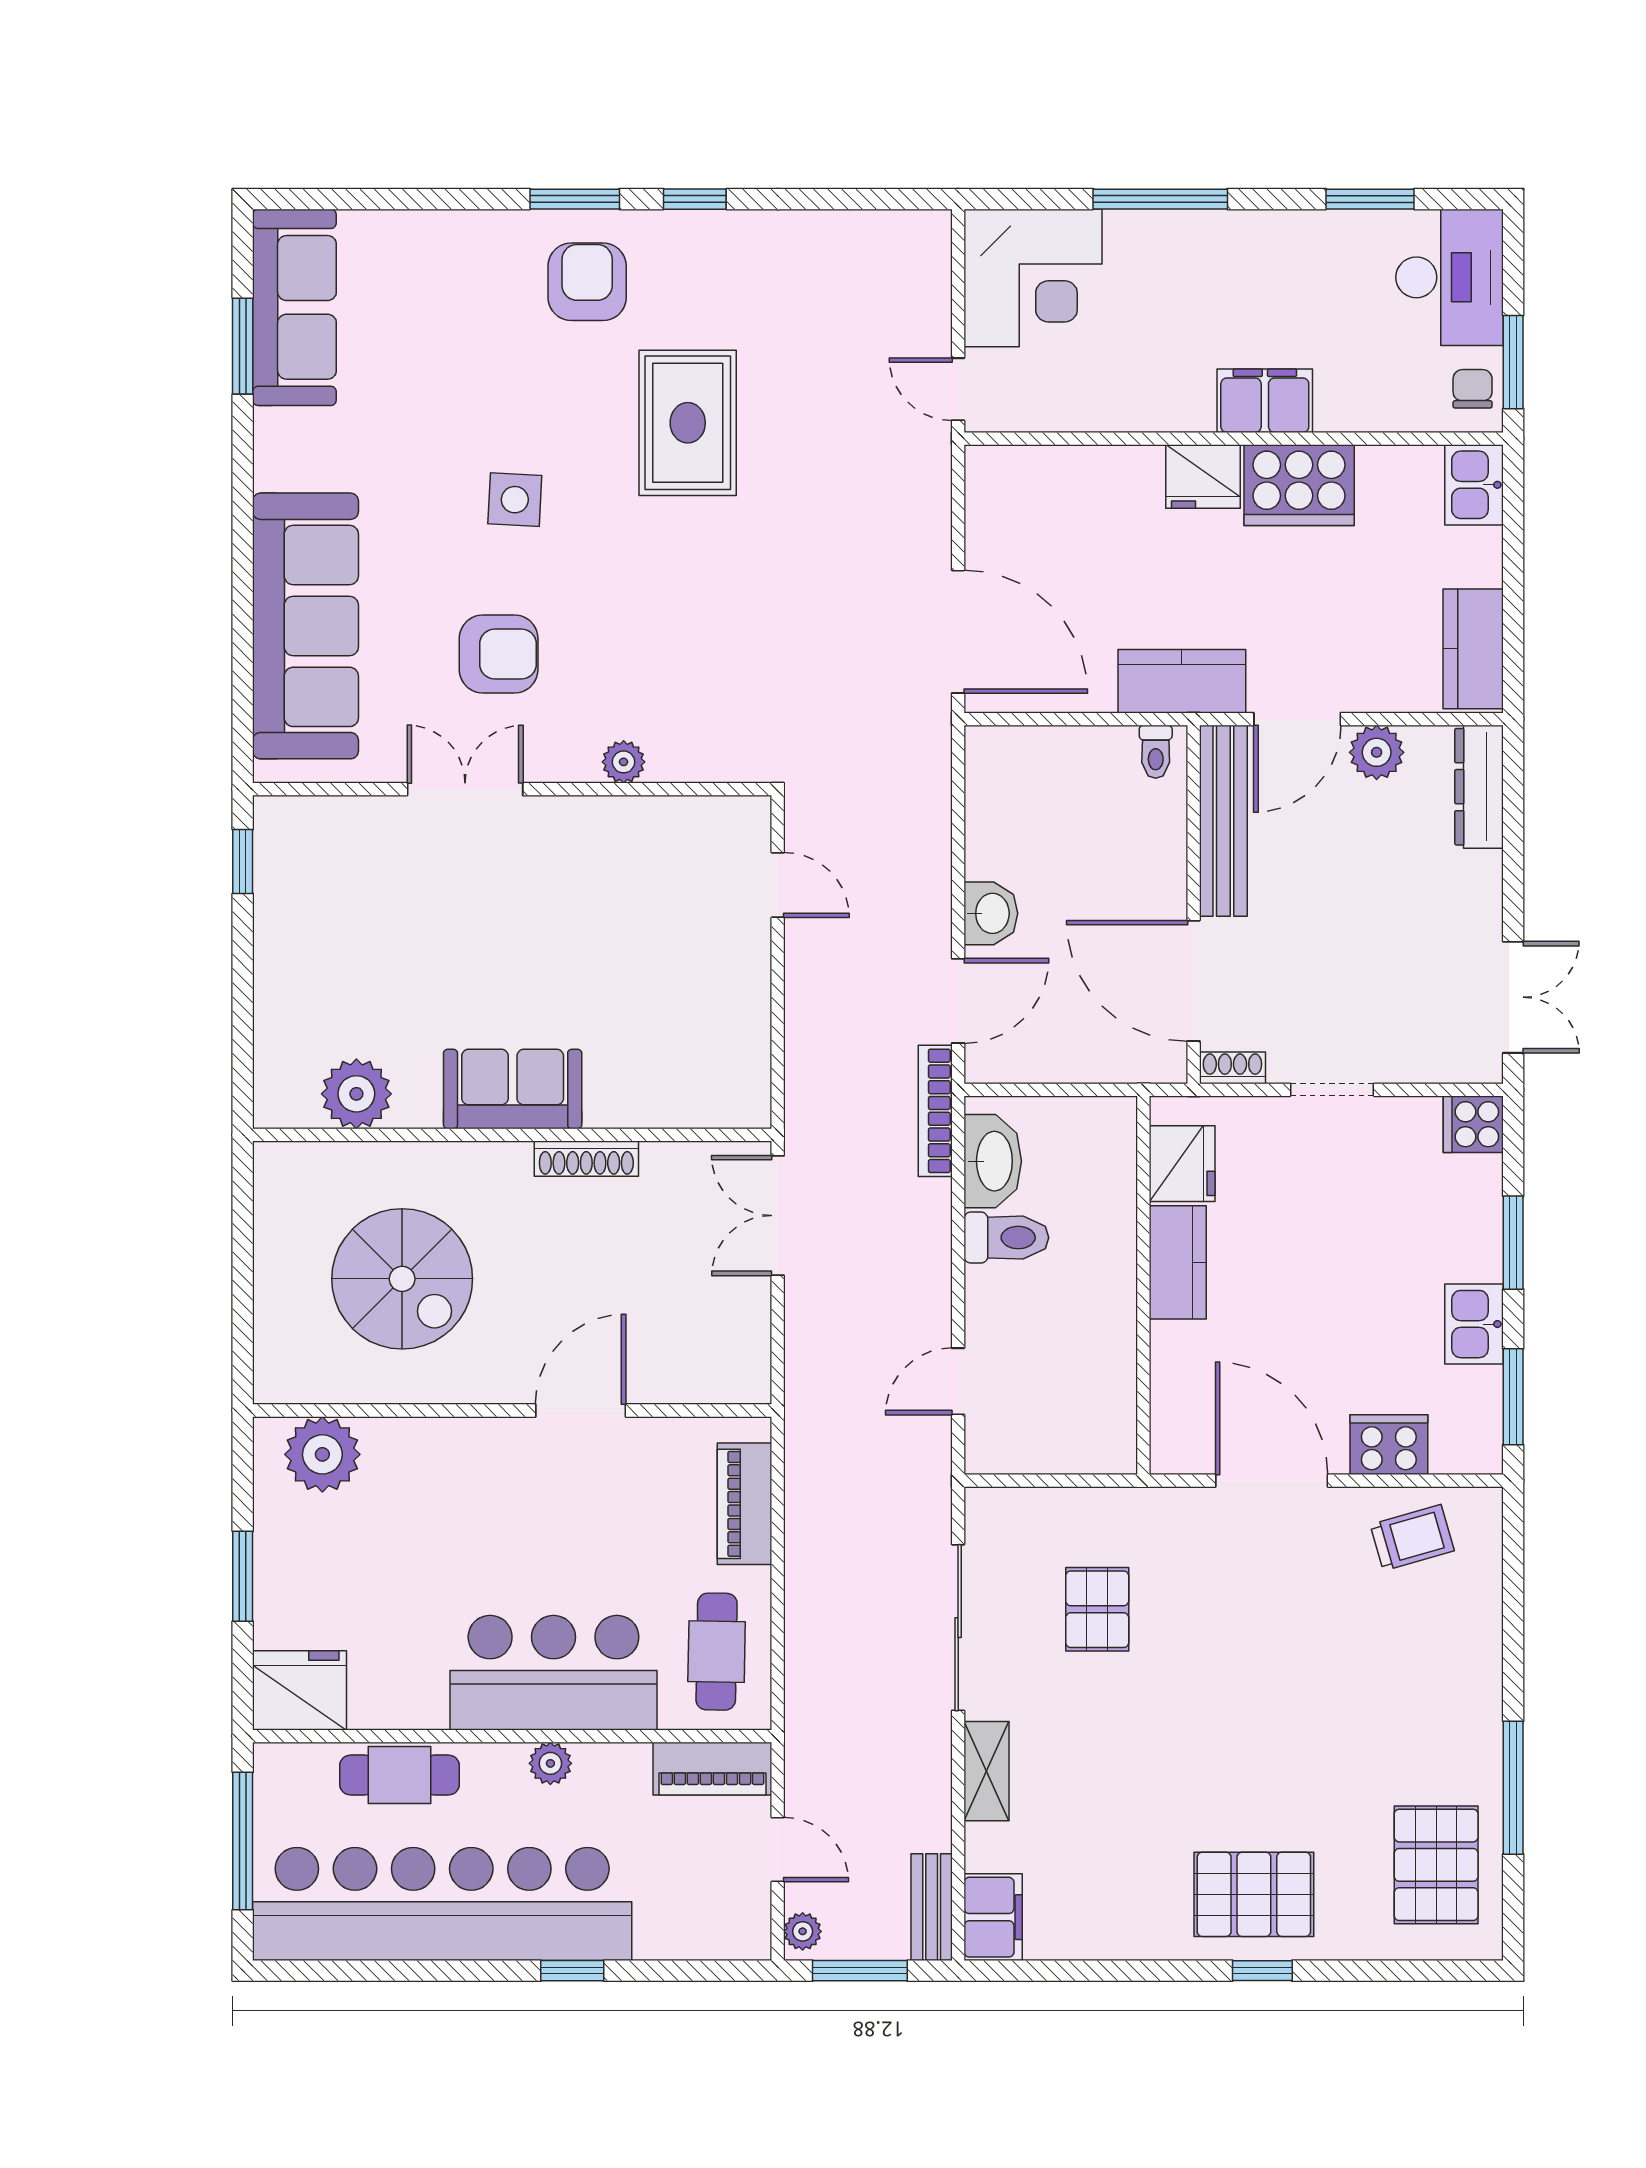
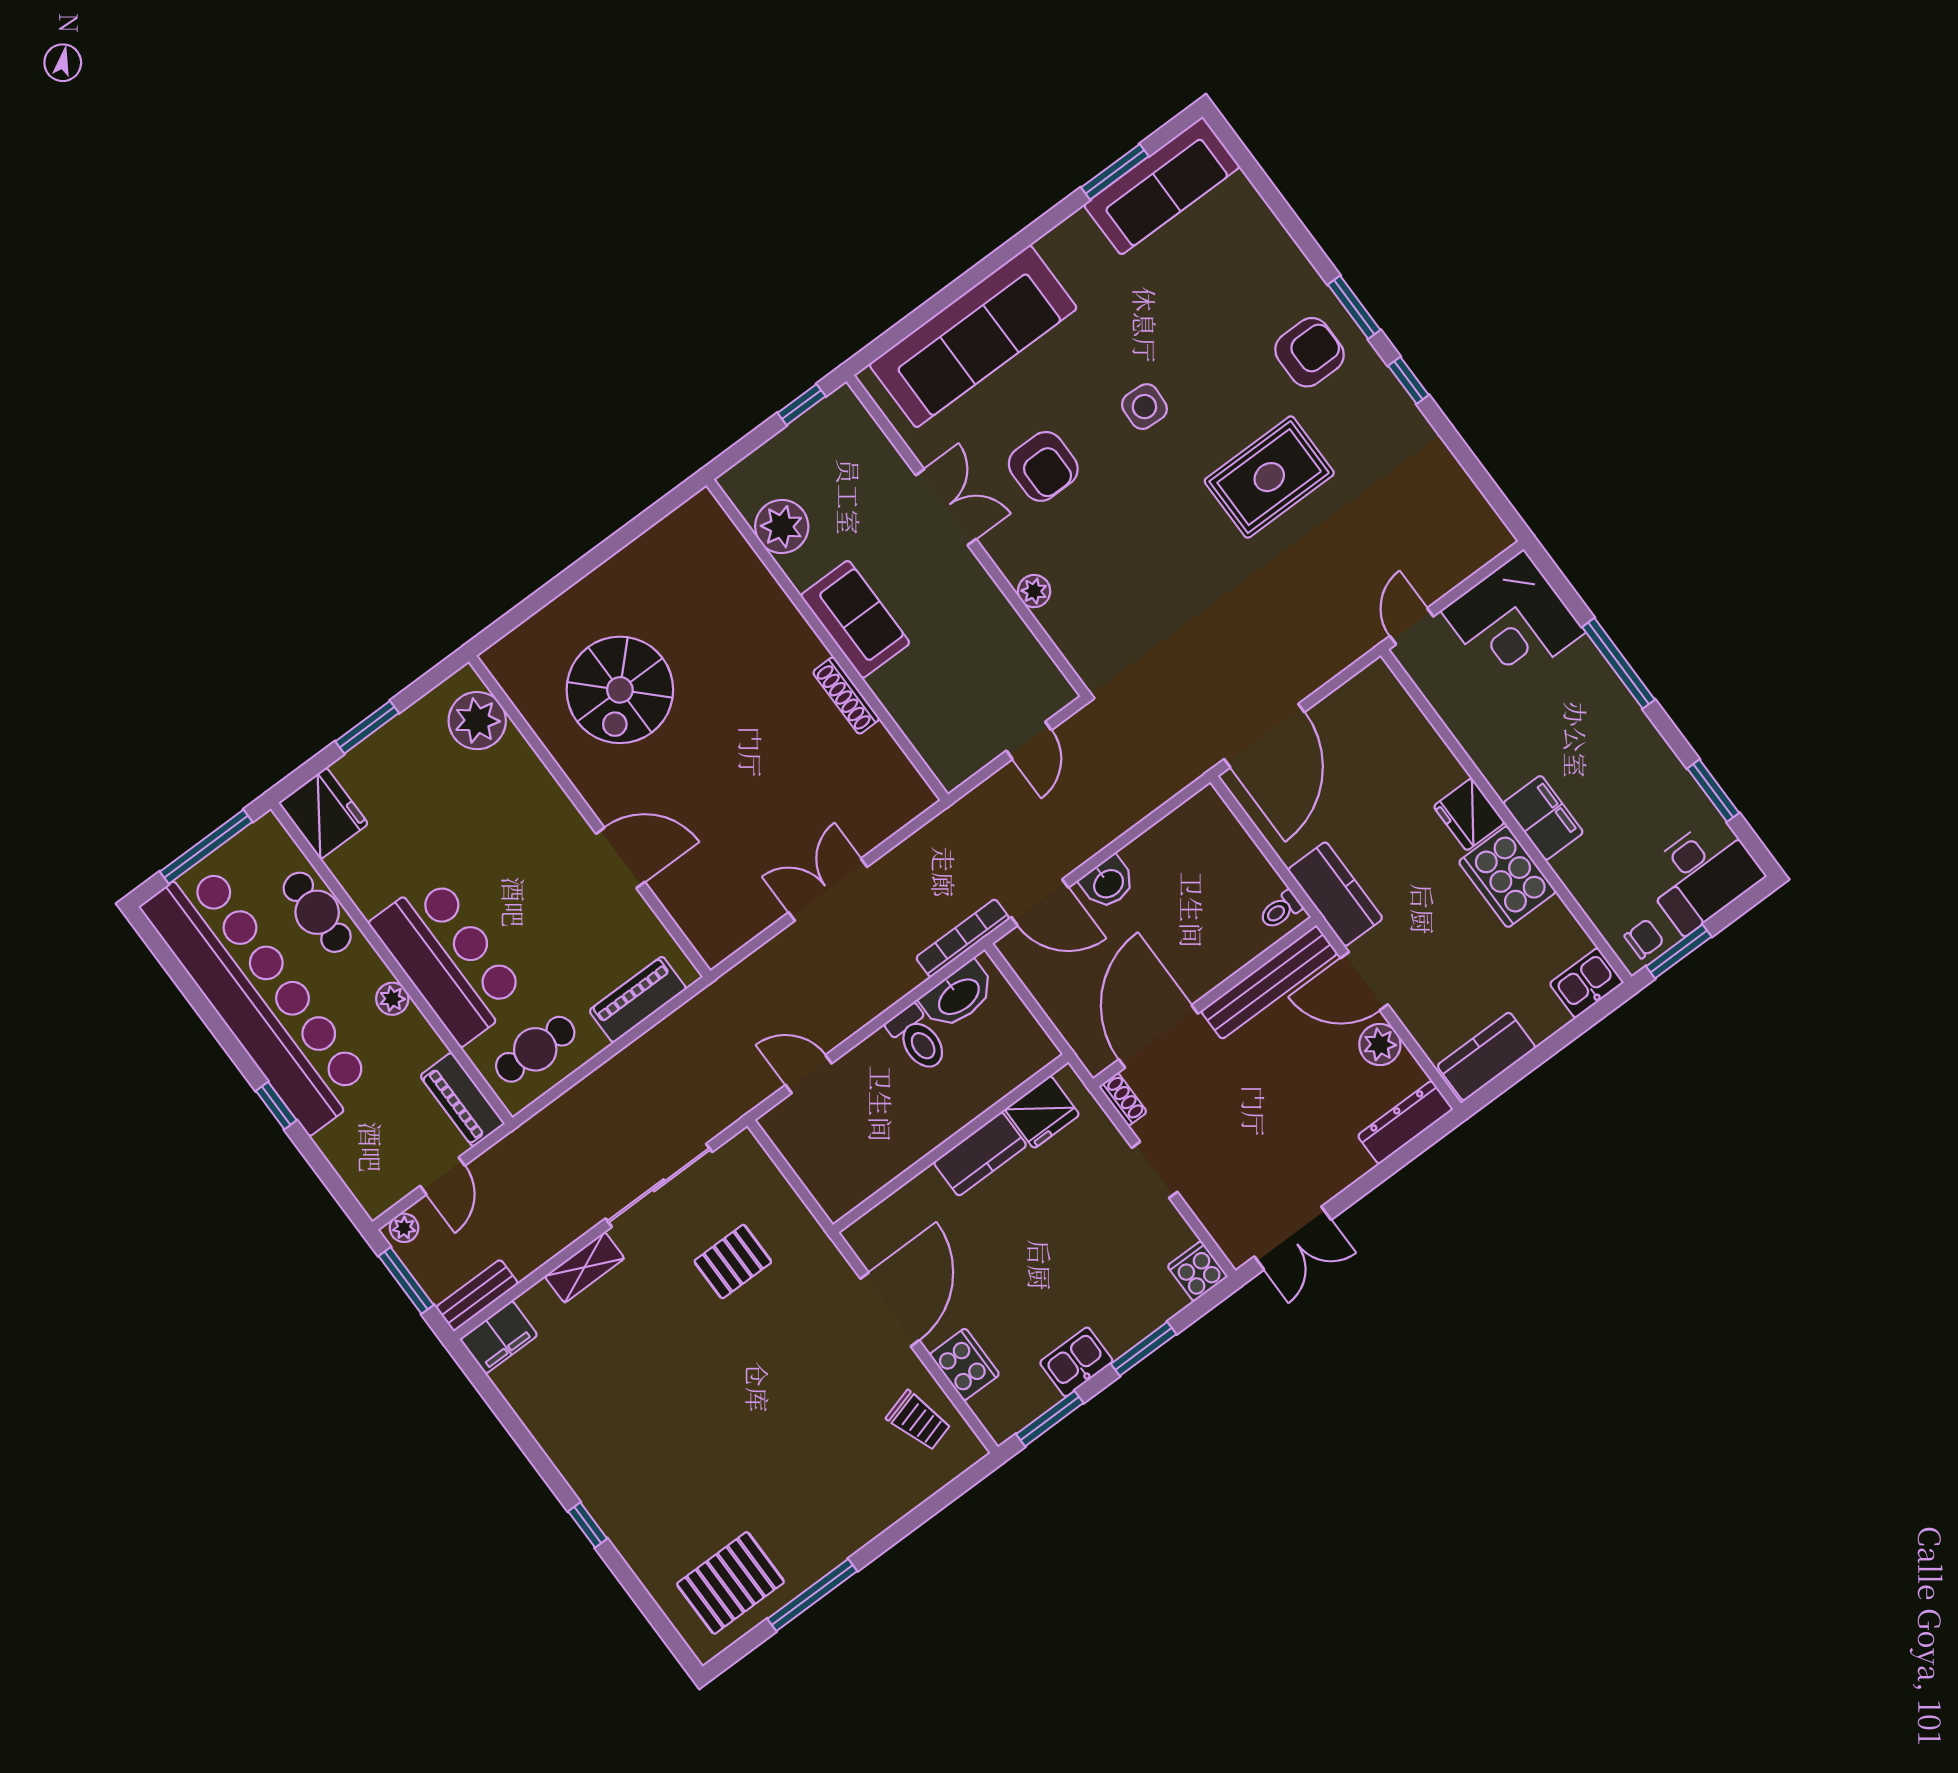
sofa: (513, 1089) -> (855, 619), moved
plant: (356, 1094) -> (782, 527), moved
wall: (512, 1135) -> (827, 640), moved
shoe rack: (586, 1159) -> (846, 696), moved
pallet: (1254, 1894) -> (630, 1485), removed

